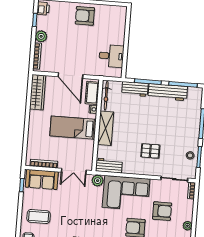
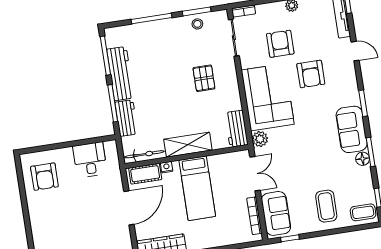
armchair: (85, 16) -> (44, 177), moved

